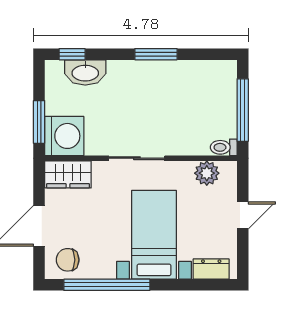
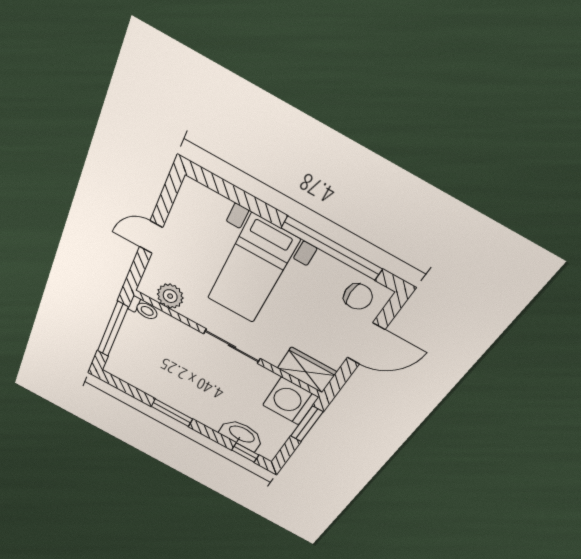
dresser: (211, 269) -> (208, 201), removed

